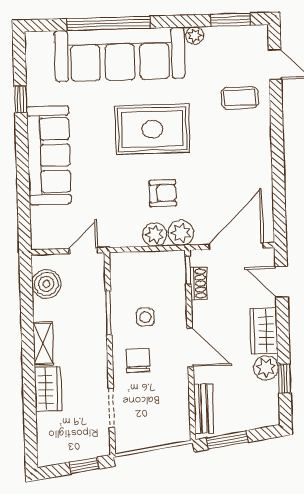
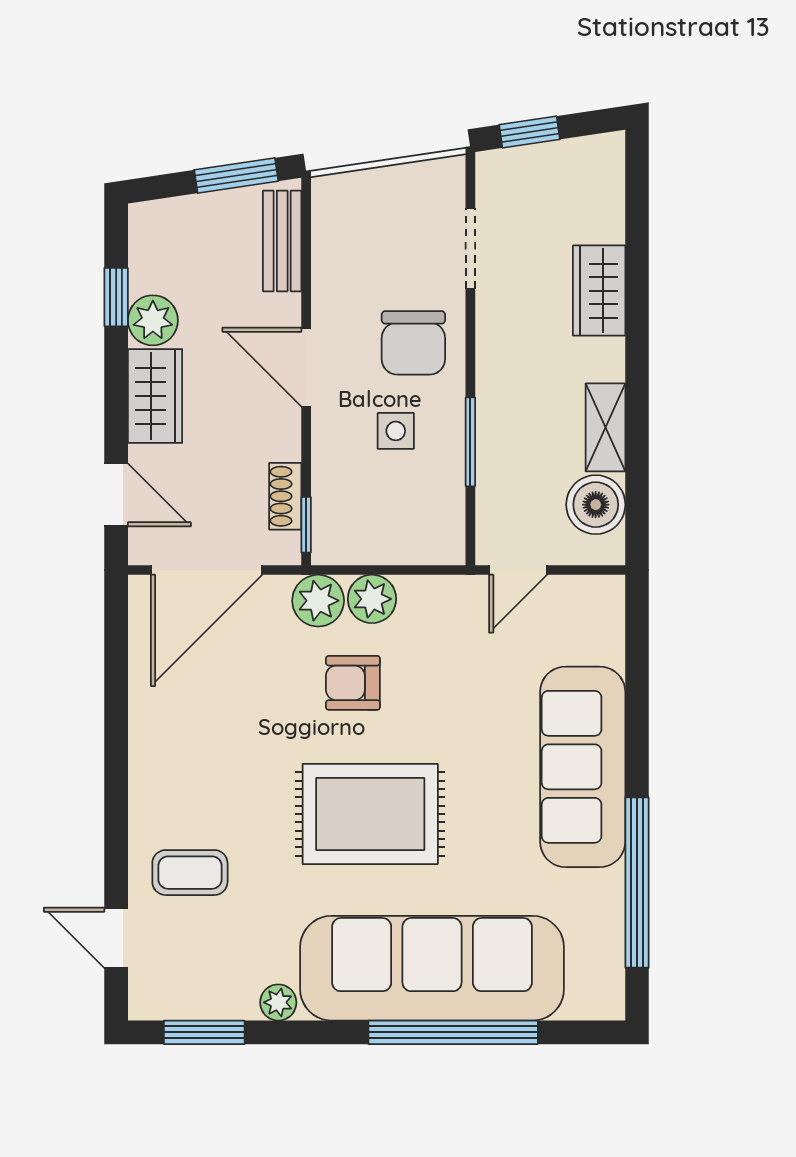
window: (21, 99) -> (637, 883), width x3.17
shelving: (43, 344) -> (605, 427), moved
chair: (138, 361) -> (413, 343), width x1.37, depth x1.37

